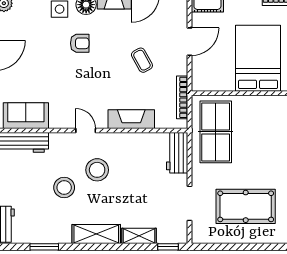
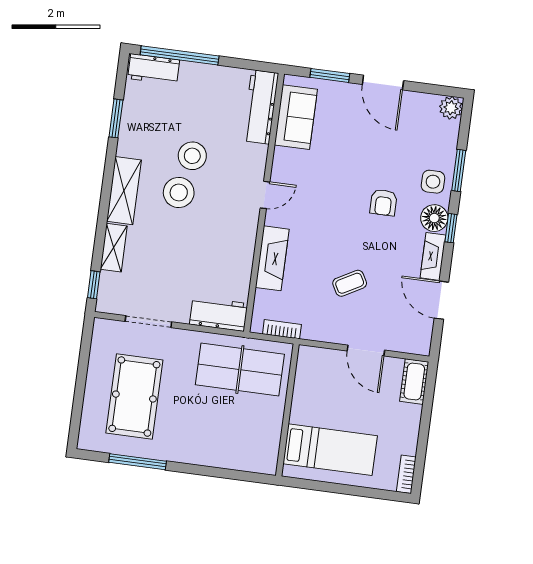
bed: (258, 58) -> (330, 450), width x0.67
bookcase: (182, 97) -> (282, 329), width x0.64
stool: (97, 170) -> (179, 193), moved

